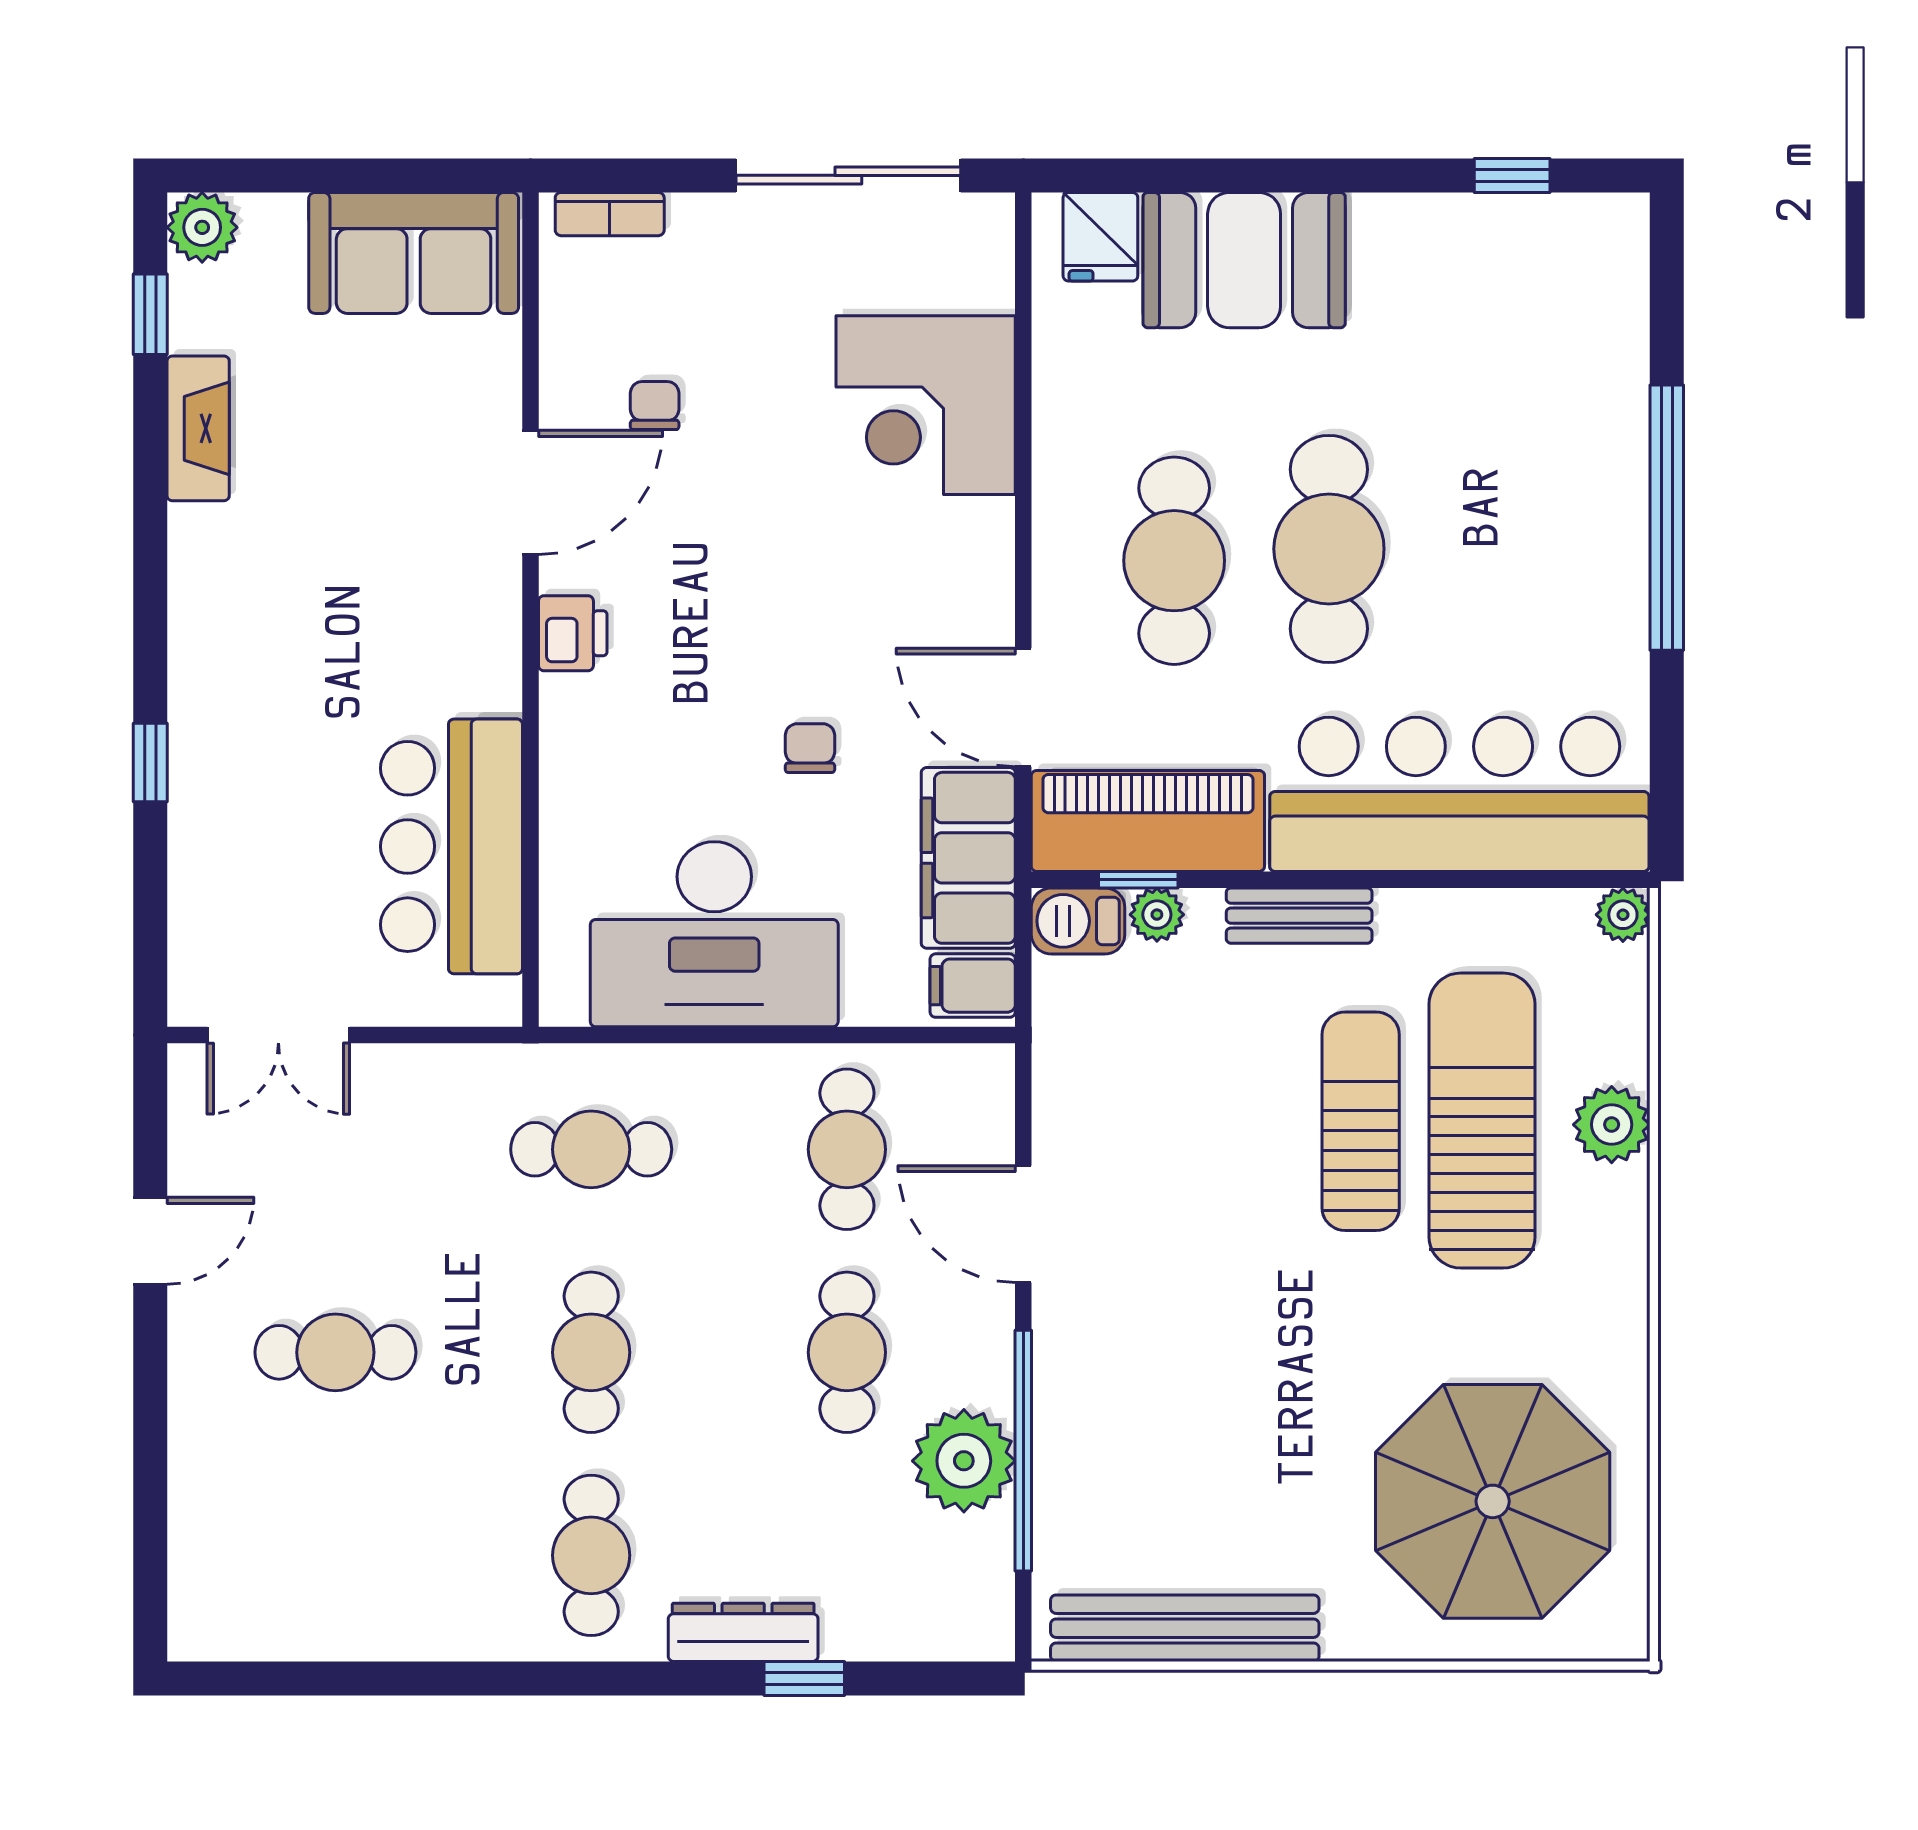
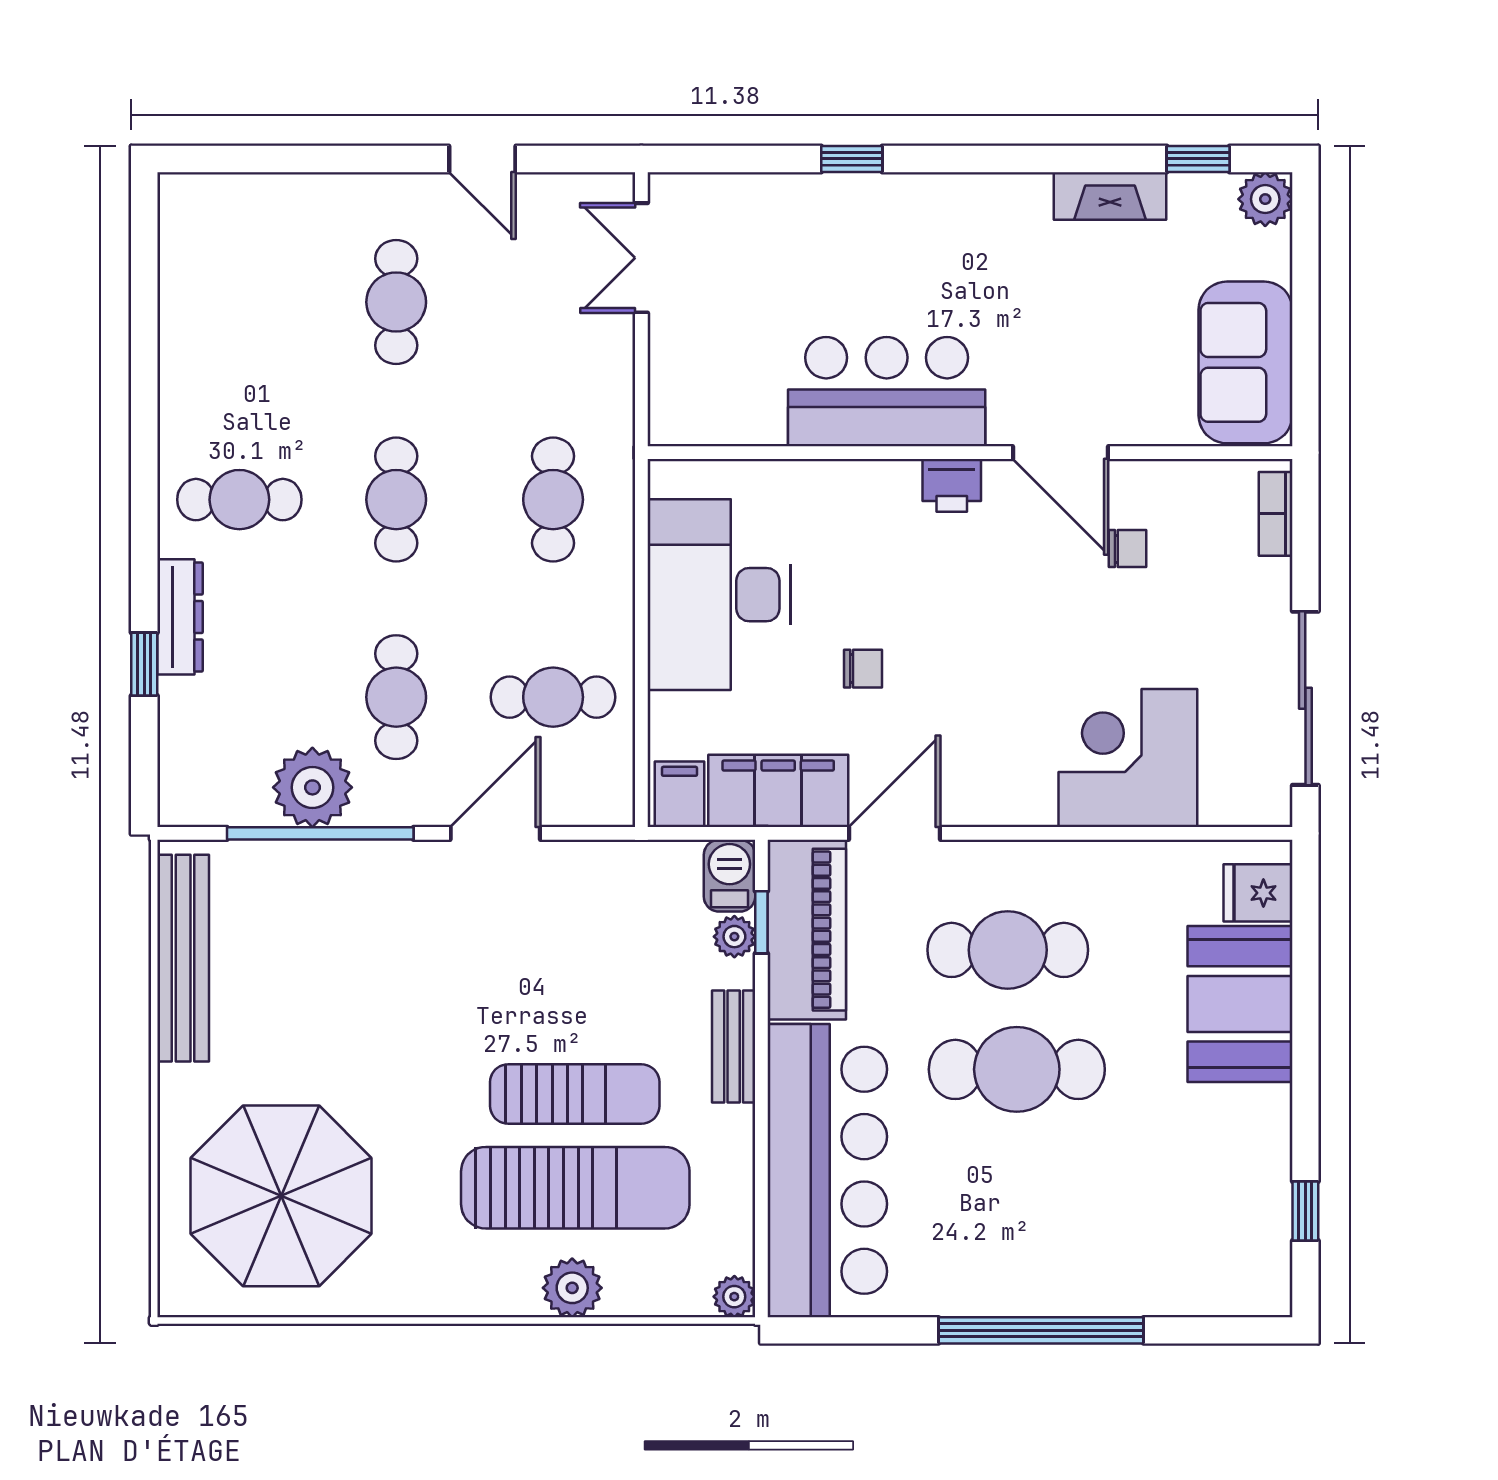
bar counter: (451, 846) -> (887, 392), moved
cafe table: (591, 1352) -> (396, 500), turned 90
cafe table: (847, 1352) -> (396, 697), turned 90

